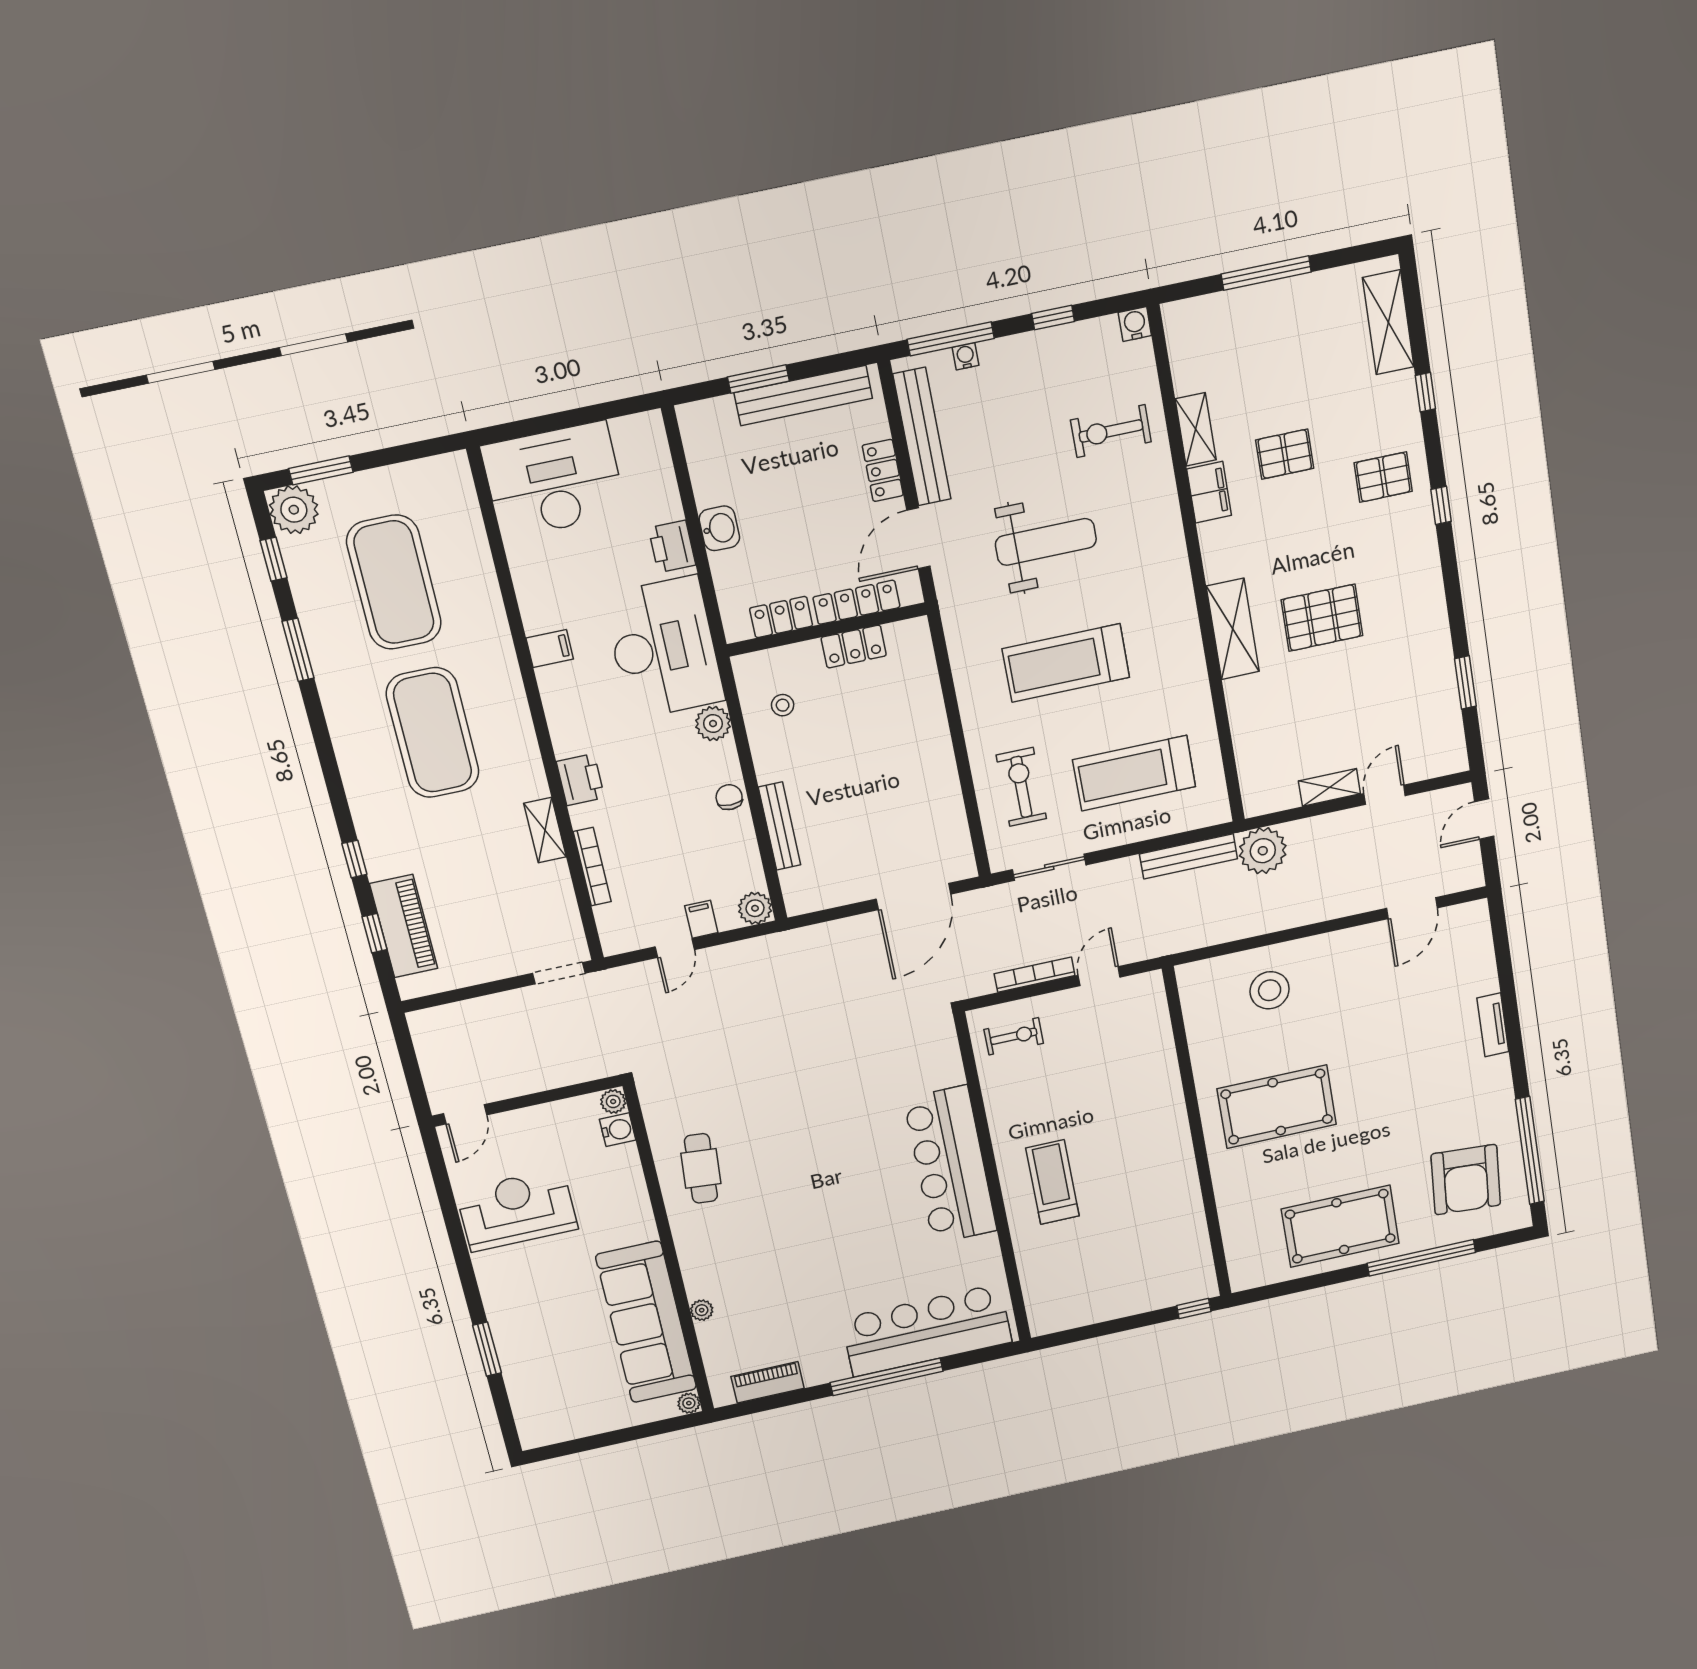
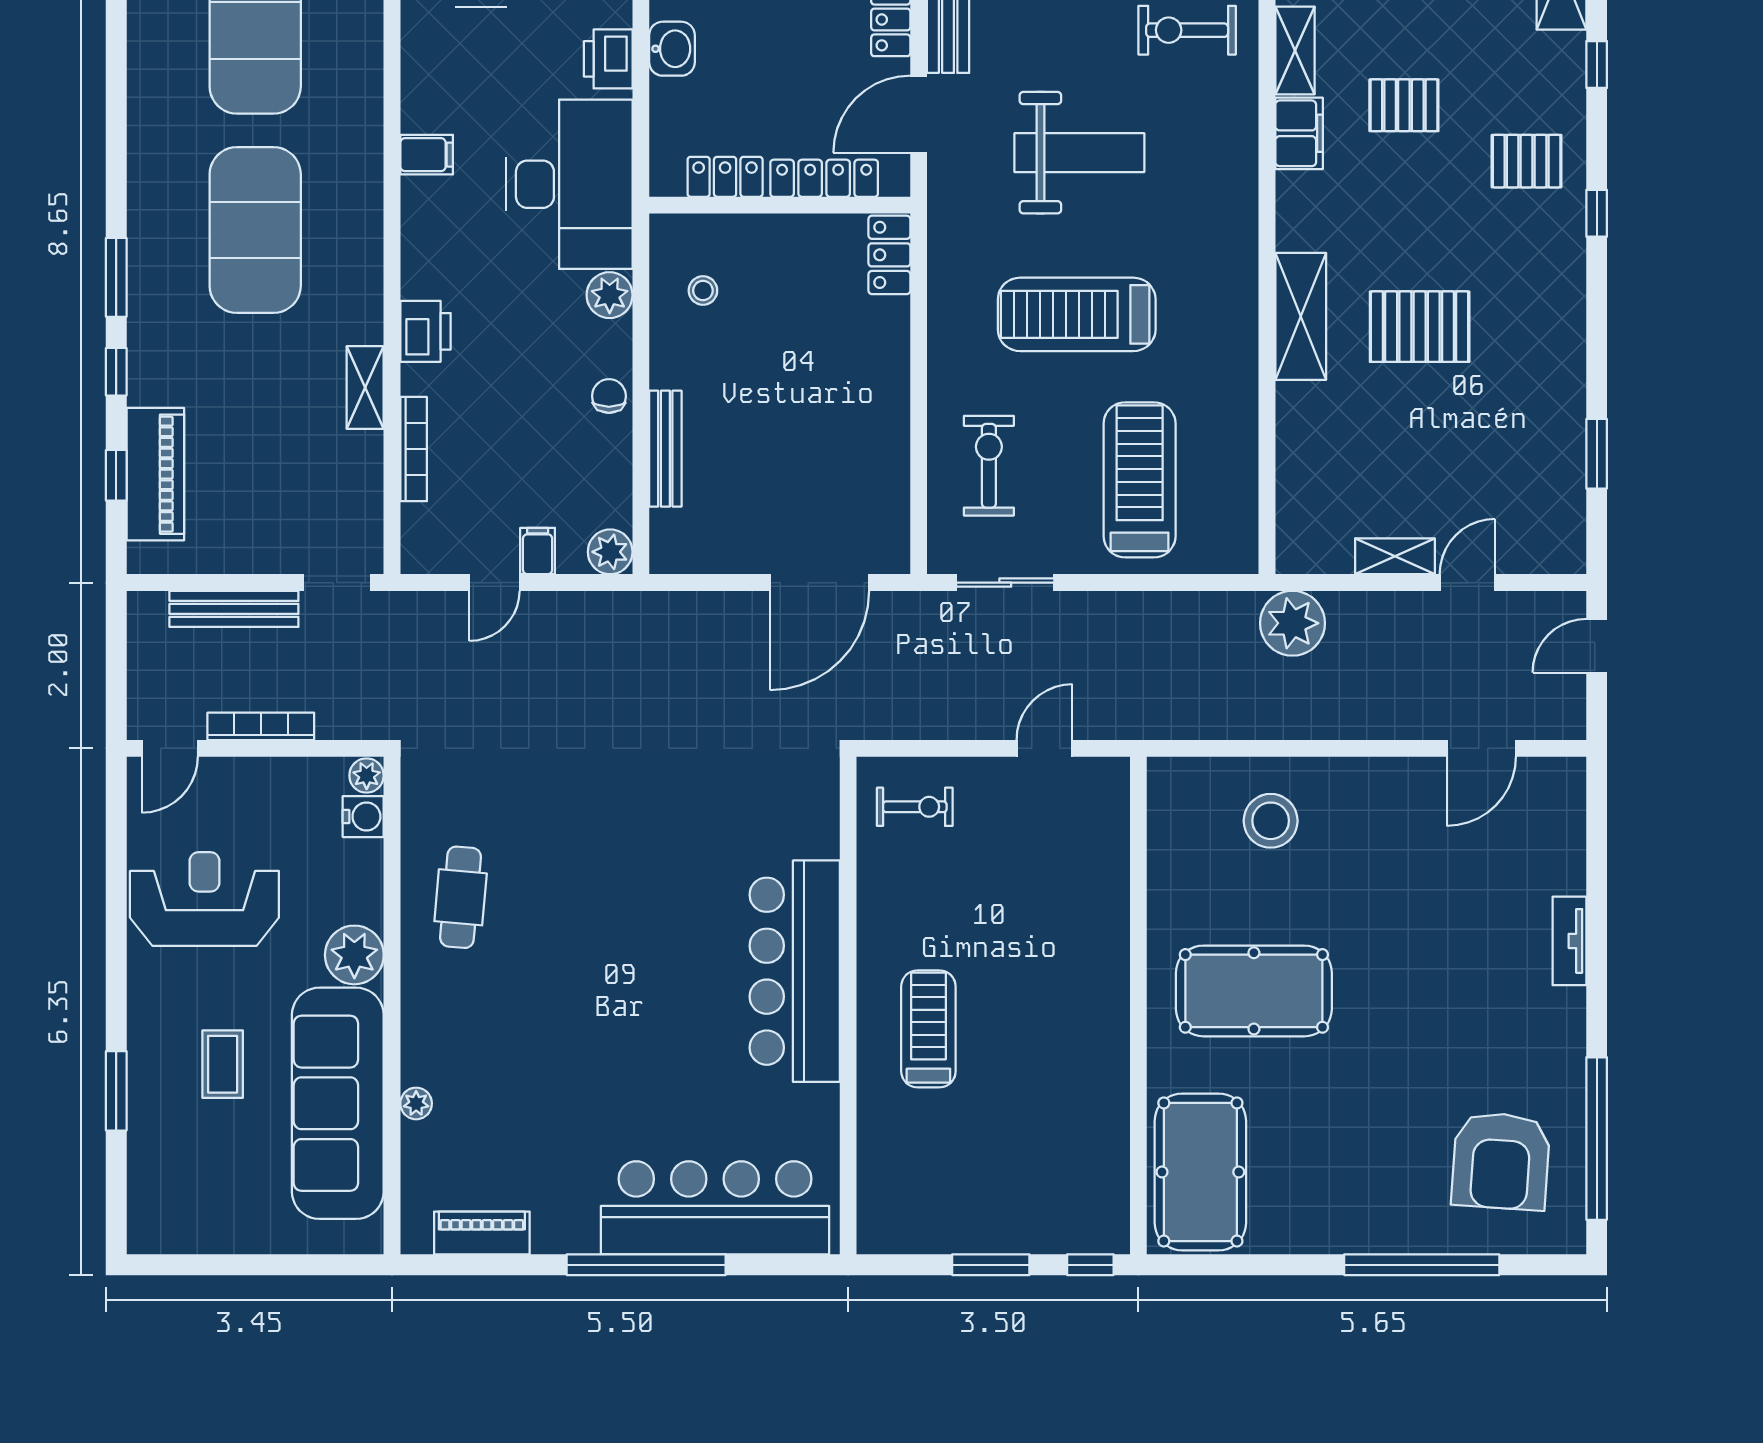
locker: (854, 647) -> (889, 255), moved, turned 90
window: (298, 650) -> (116, 277), moved
treadmill: (1134, 773) -> (1140, 480), turned 90
bench: (1188, 856) -> (234, 609), moved
bookcase: (1035, 975) -> (261, 726), moved
pool table: (1340, 1226) -> (1200, 1172), moved, turned 90
coffee table: (558, 1315) -> (223, 1064), added
window: (1125, 1324) -> (991, 1265), added
plant: (689, 1403) -> (354, 955), moved, width x1.88, depth x1.88

